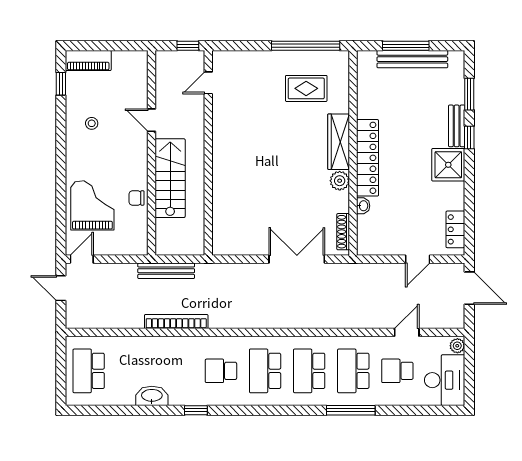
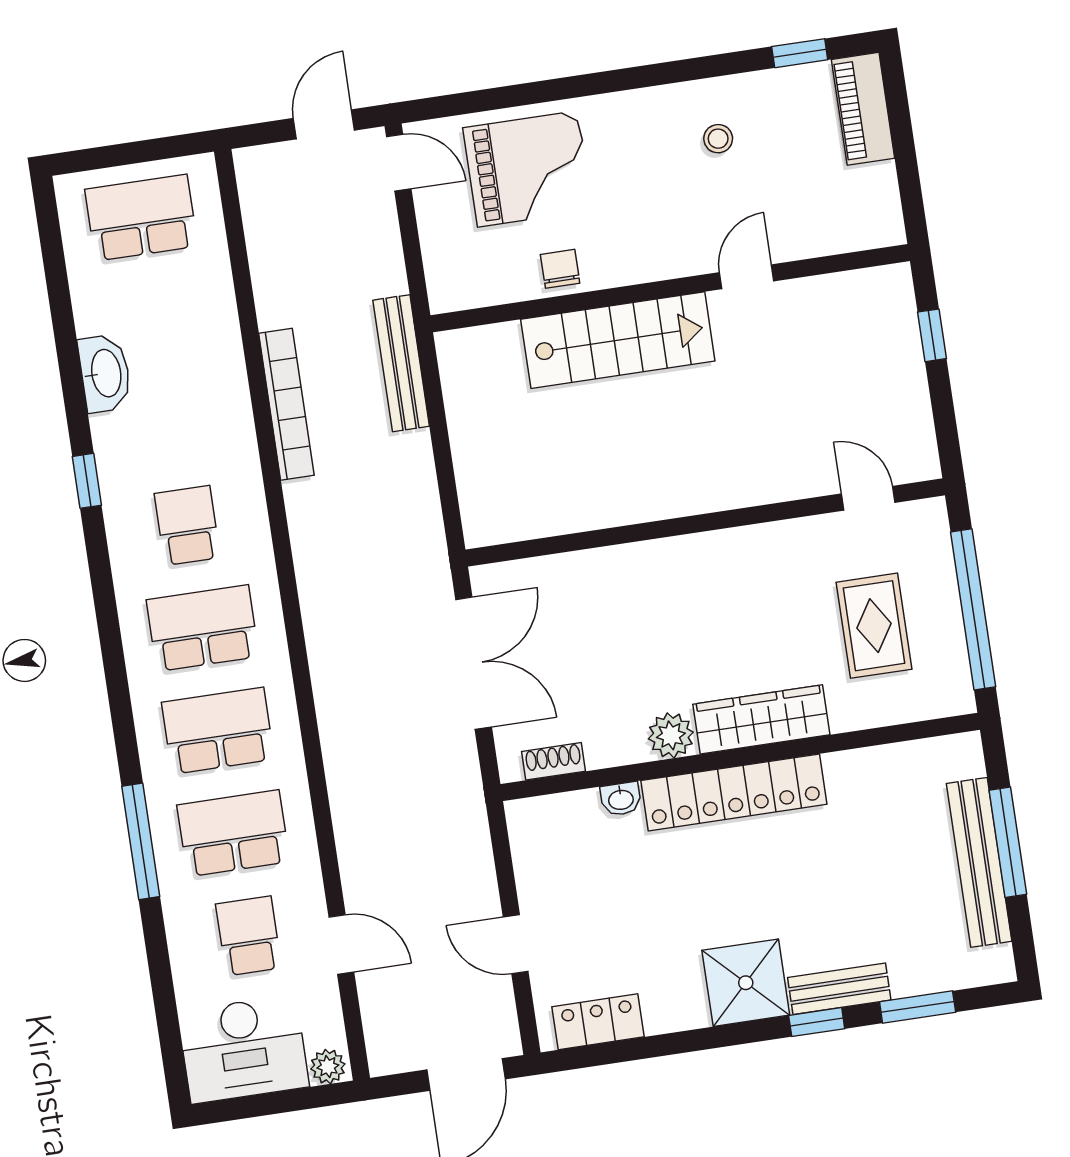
door: (208, 83) -> (868, 498), moved
wall: (208, 153) -> (705, 523), moved
shoe rack: (343, 232) -> (554, 761), width x0.70

